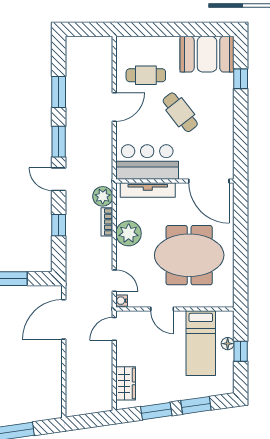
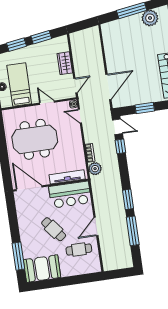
window: (241, 79) -> (18, 256), width x2.17
window: (59, 92) -> (133, 231), width x1.44
door: (59, 179) -> (117, 127), moved
plant: (129, 233) -> (75, 148), removed
wardrobe: (126, 383) -> (65, 63), moved

